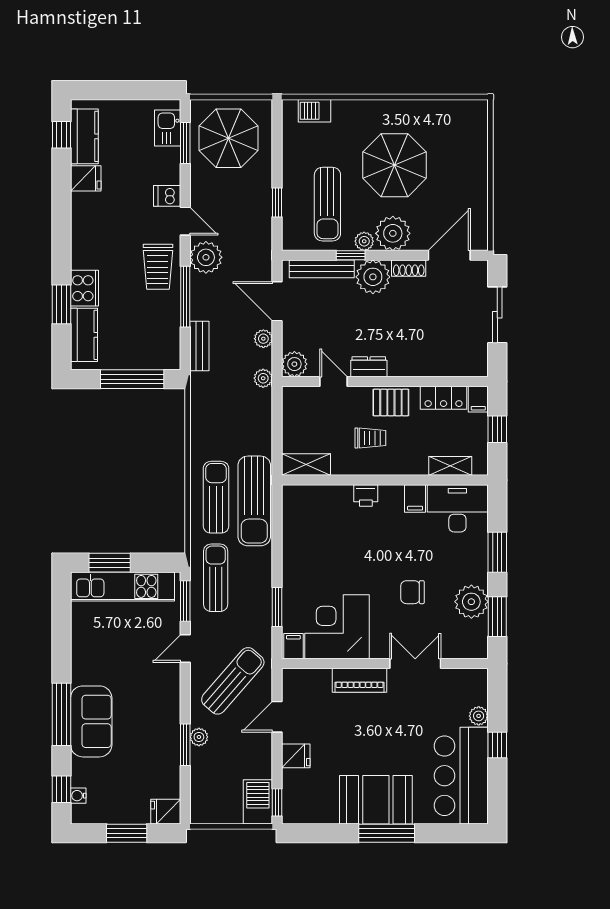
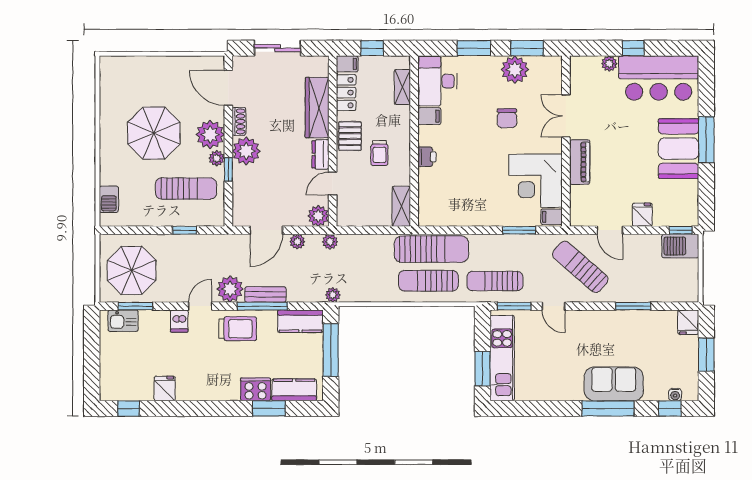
kitchen counter: (84, 136) -> (300, 321), moved, turned 180
bench: (322, 269) -> (240, 193), removed
bench: (199, 346) -> (265, 294), moved
wardrobe: (425, 363) -> (317, 108), added
trolley: (370, 438) -> (379, 153), turned 180
plant: (199, 737) -> (333, 295), moved

